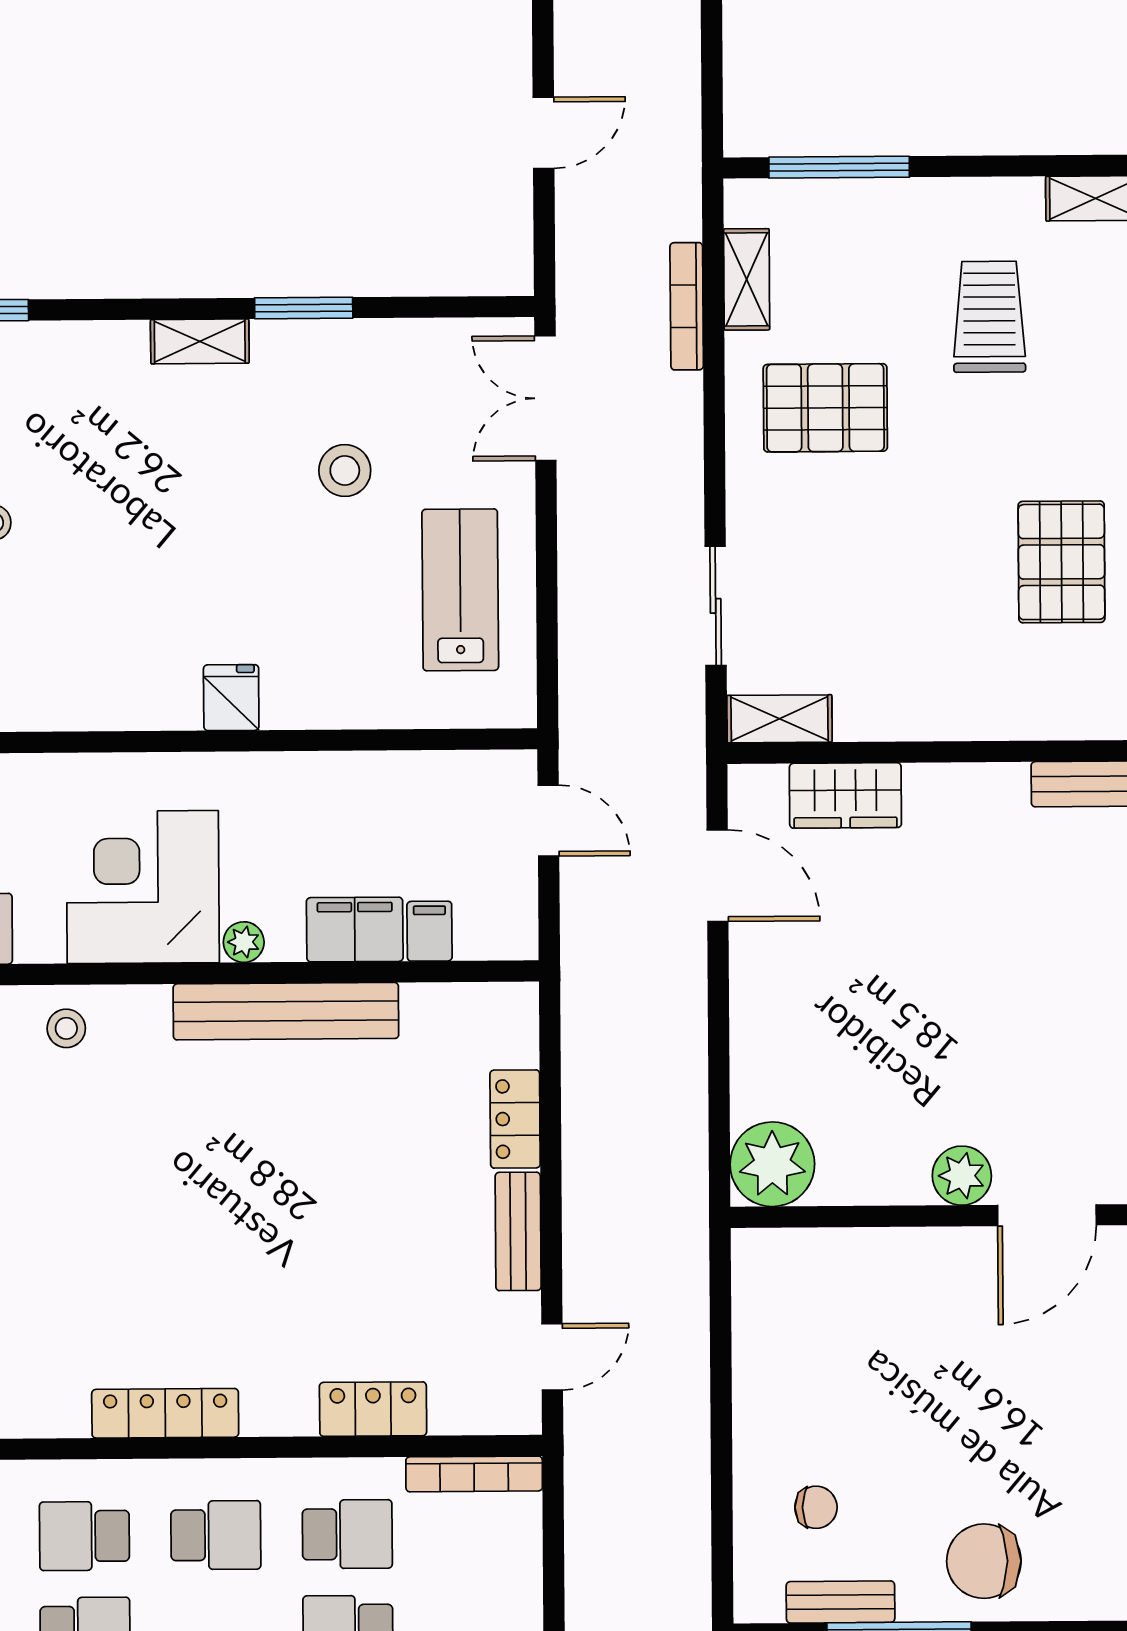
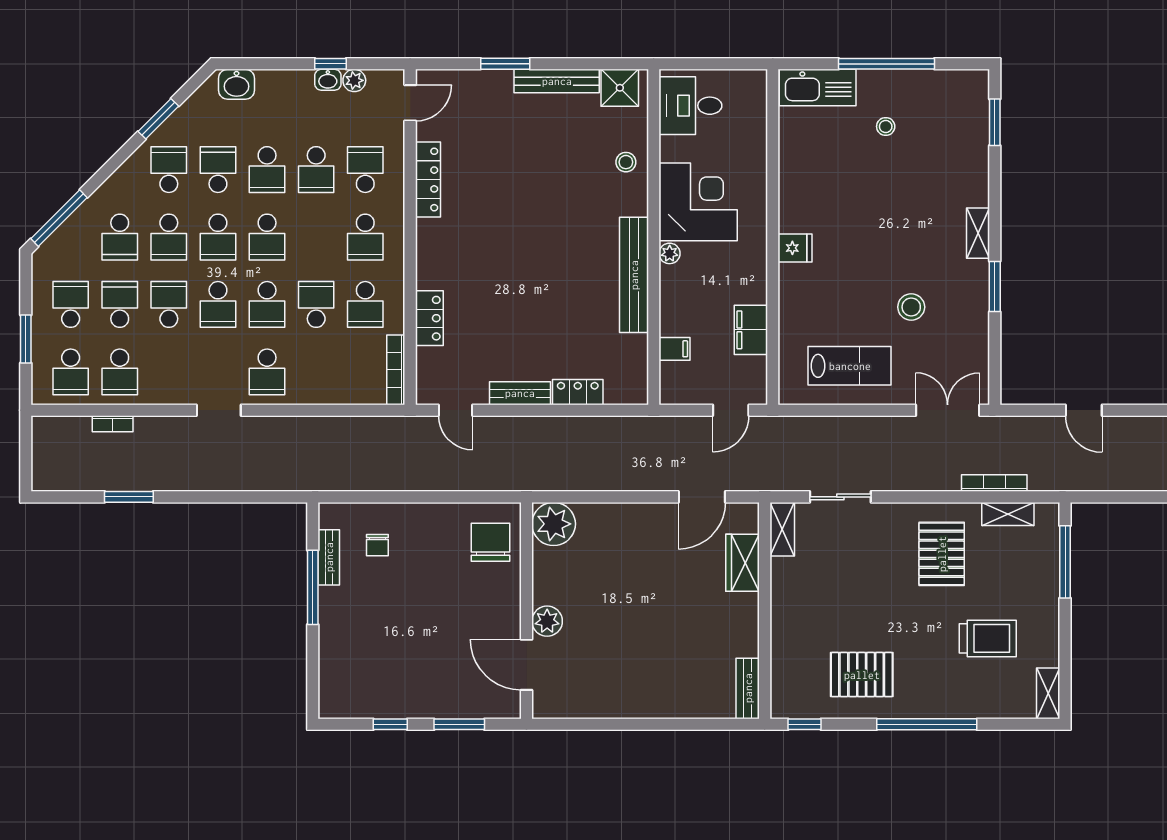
filing cabinet: (355, 930) -> (751, 330), moved, turned 180
locker: (165, 1413) -> (428, 179), moved
chair: (984, 1561) -> (490, 542), moved

